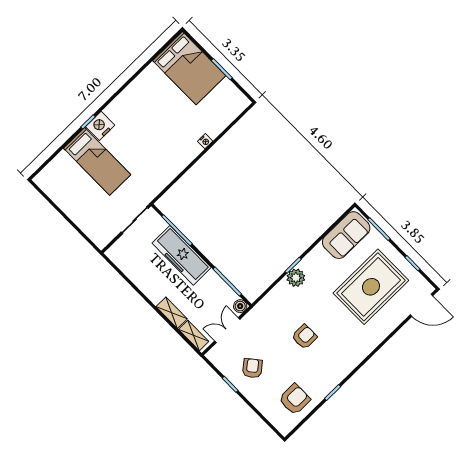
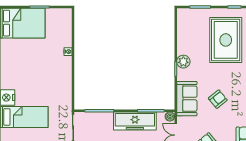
sofa: (346, 235) -> (187, 99), moved
freezer: (182, 255) -> (135, 121), moved
plant: (296, 278) -> (183, 62), moved
armchair: (304, 337) -> (218, 99), turned 51

